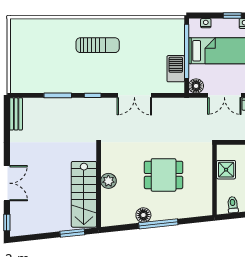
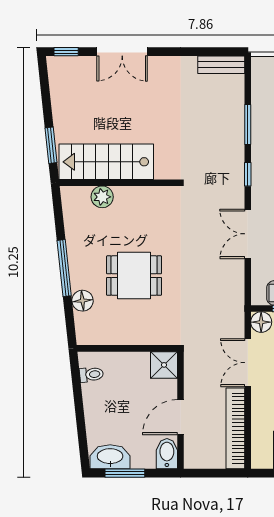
shower: (226, 170) -> (164, 365), moved
dining table: (164, 175) -> (134, 276), turned 90
plant: (108, 181) -> (102, 197), moved
floor lamp: (143, 215) -> (82, 301), moved

